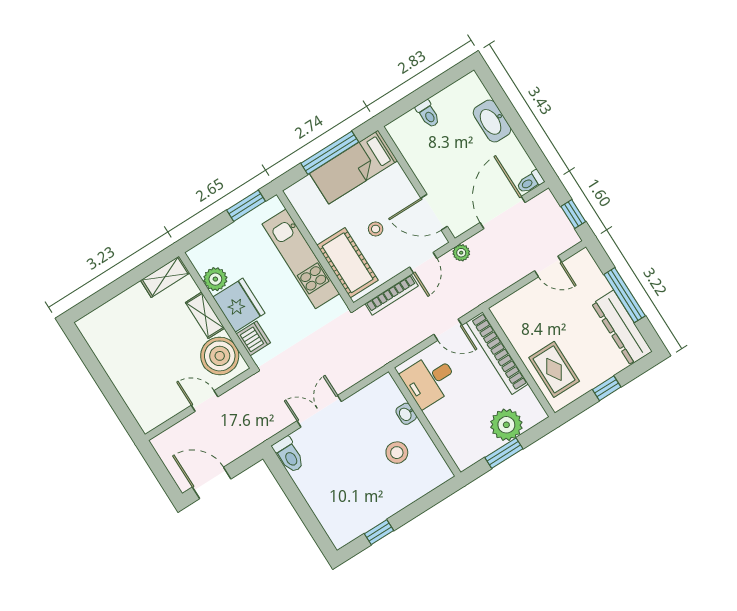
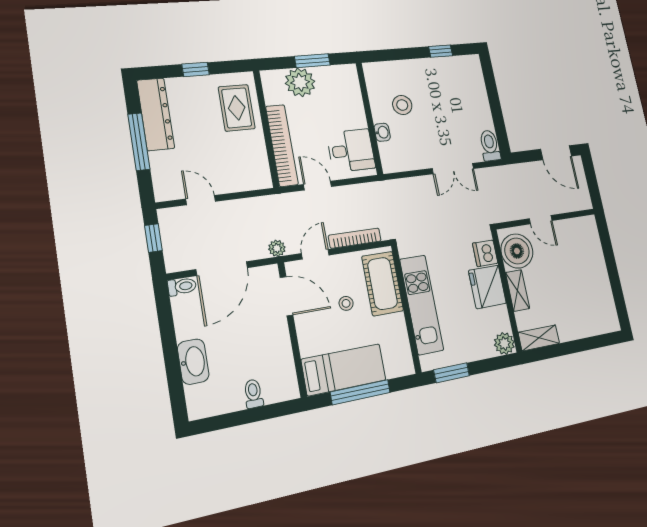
plant: (215, 279) -> (504, 343), moved

